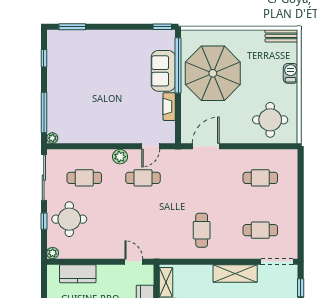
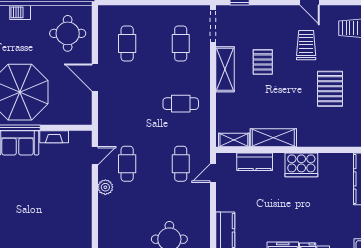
door: (151, 146) -> (95, 156), hinge flipped
door: (206, 146) -> (95, 78), moved
cafe table: (84, 178) -> (181, 164), moved

